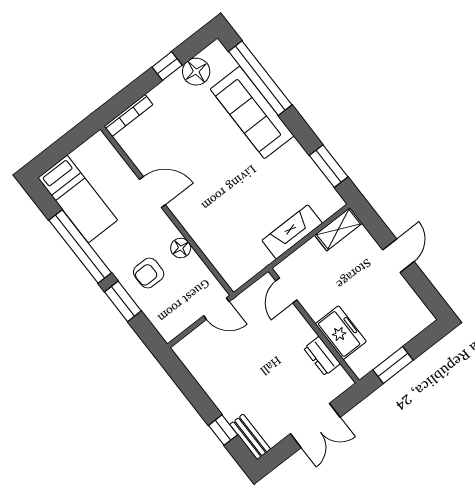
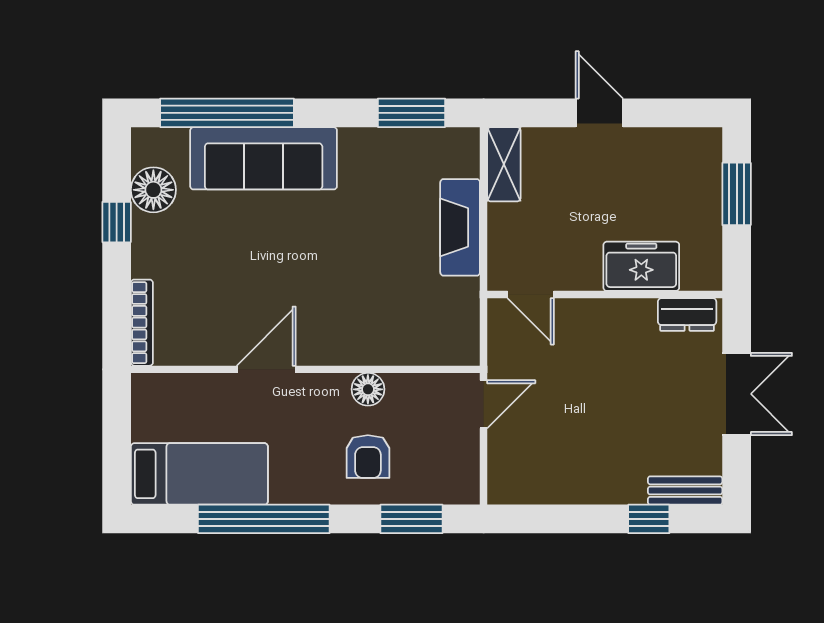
window: (123, 301) -> (411, 519), moved
dresser: (322, 356) -> (687, 315), moved
window: (393, 365) -> (737, 194), moved

